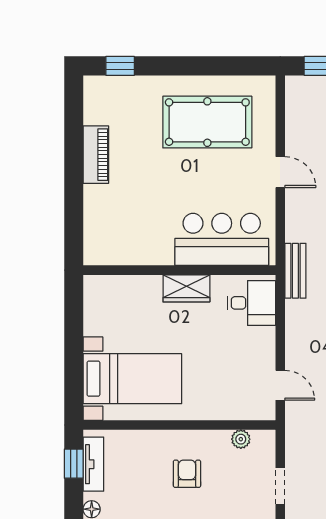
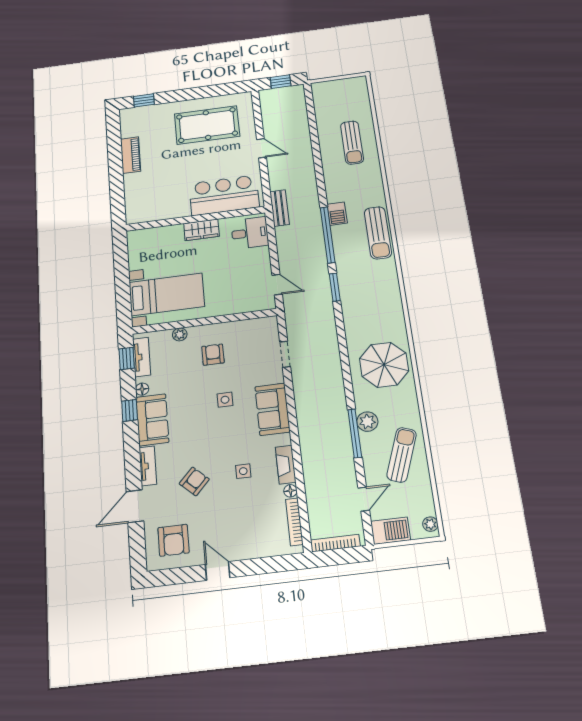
plant: (241, 439) -> (180, 334), moved

